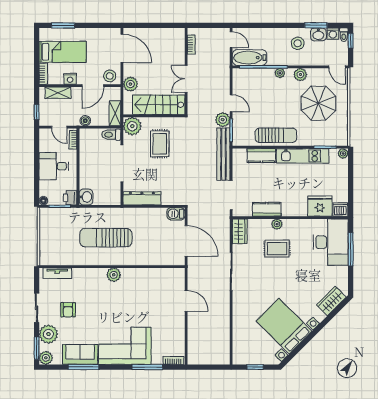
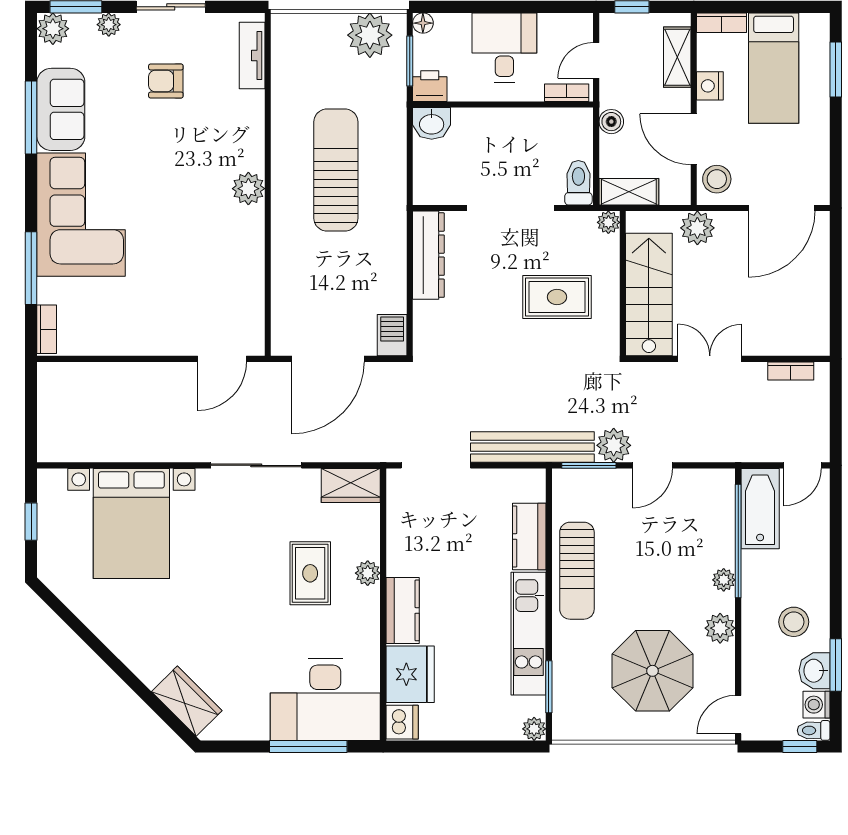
plant: (132, 126) -> (608, 222), width x0.53, depth x0.53
kitchen counter: (267, 209) -> (403, 610), moved
plant: (49, 223) -> (370, 35), added
door: (186, 301) -> (222, 359), moved
bed with nightstands: (284, 326) -> (131, 524), moved, turned 135
plant: (48, 334) -> (109, 25), width x0.53, depth x0.53

